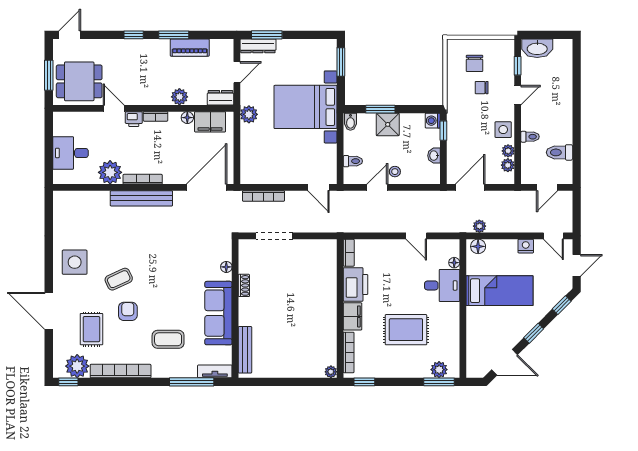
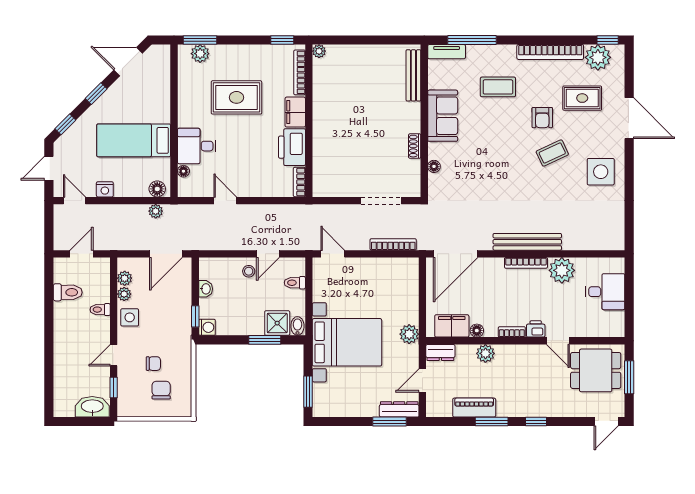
shower: (388, 124) -> (277, 323), moved
sofa: (218, 313) -> (443, 116), width x0.73
rug: (91, 329) -> (582, 98), turned 90

